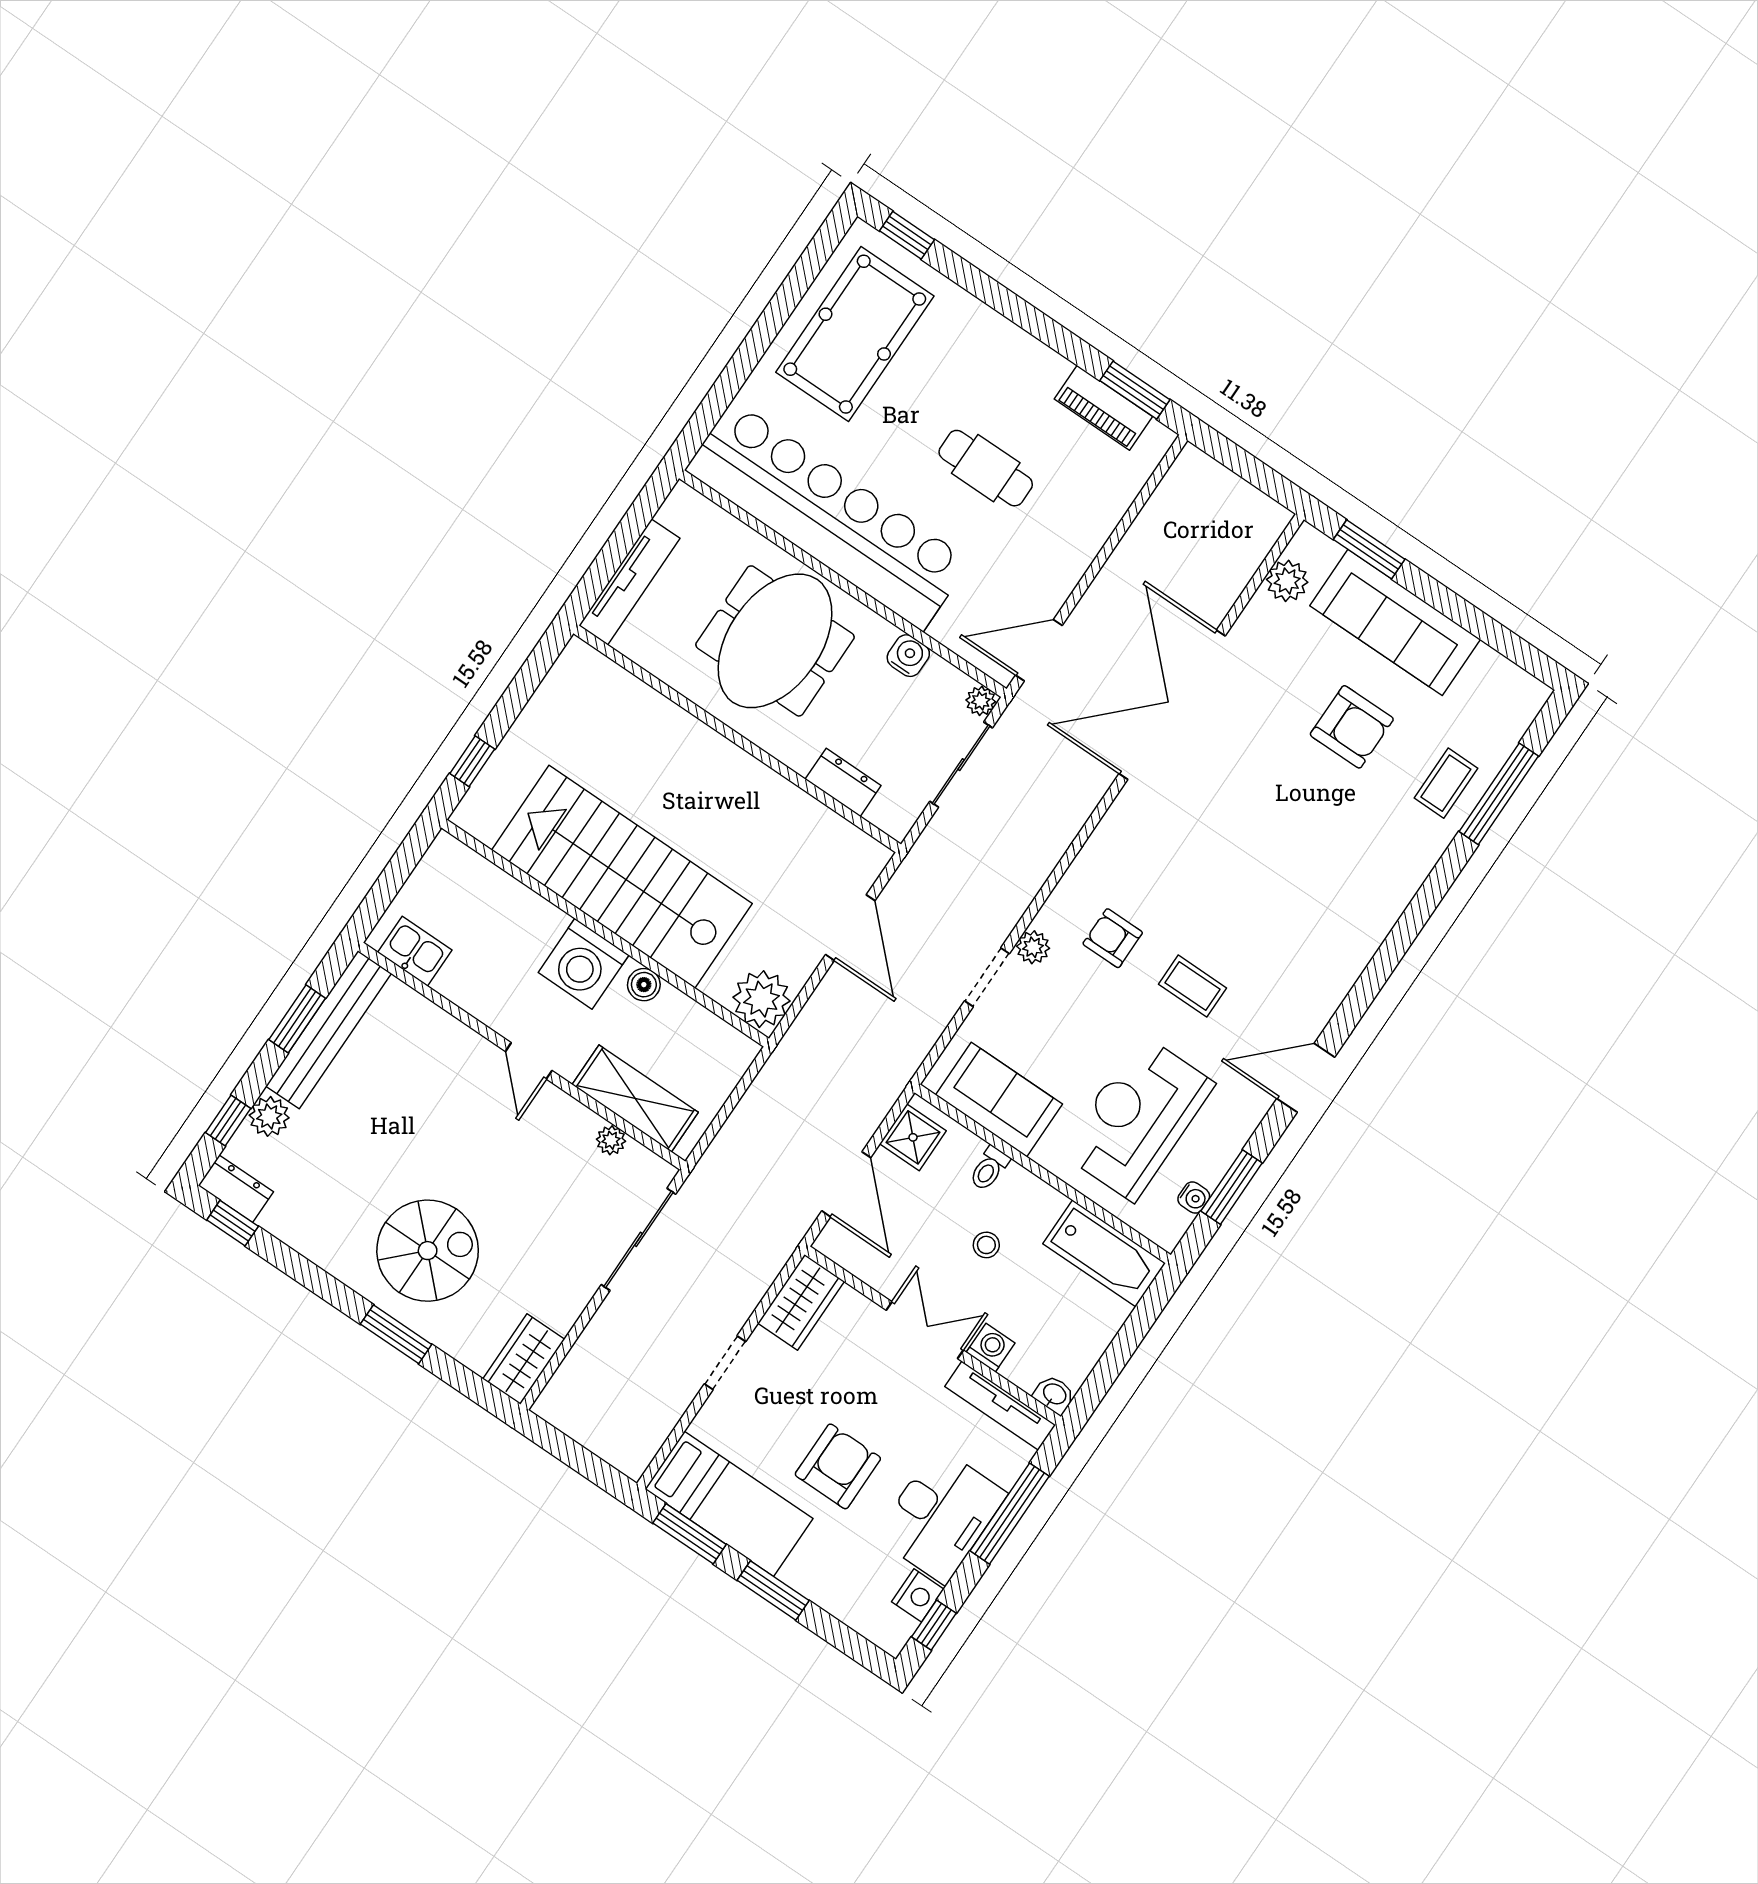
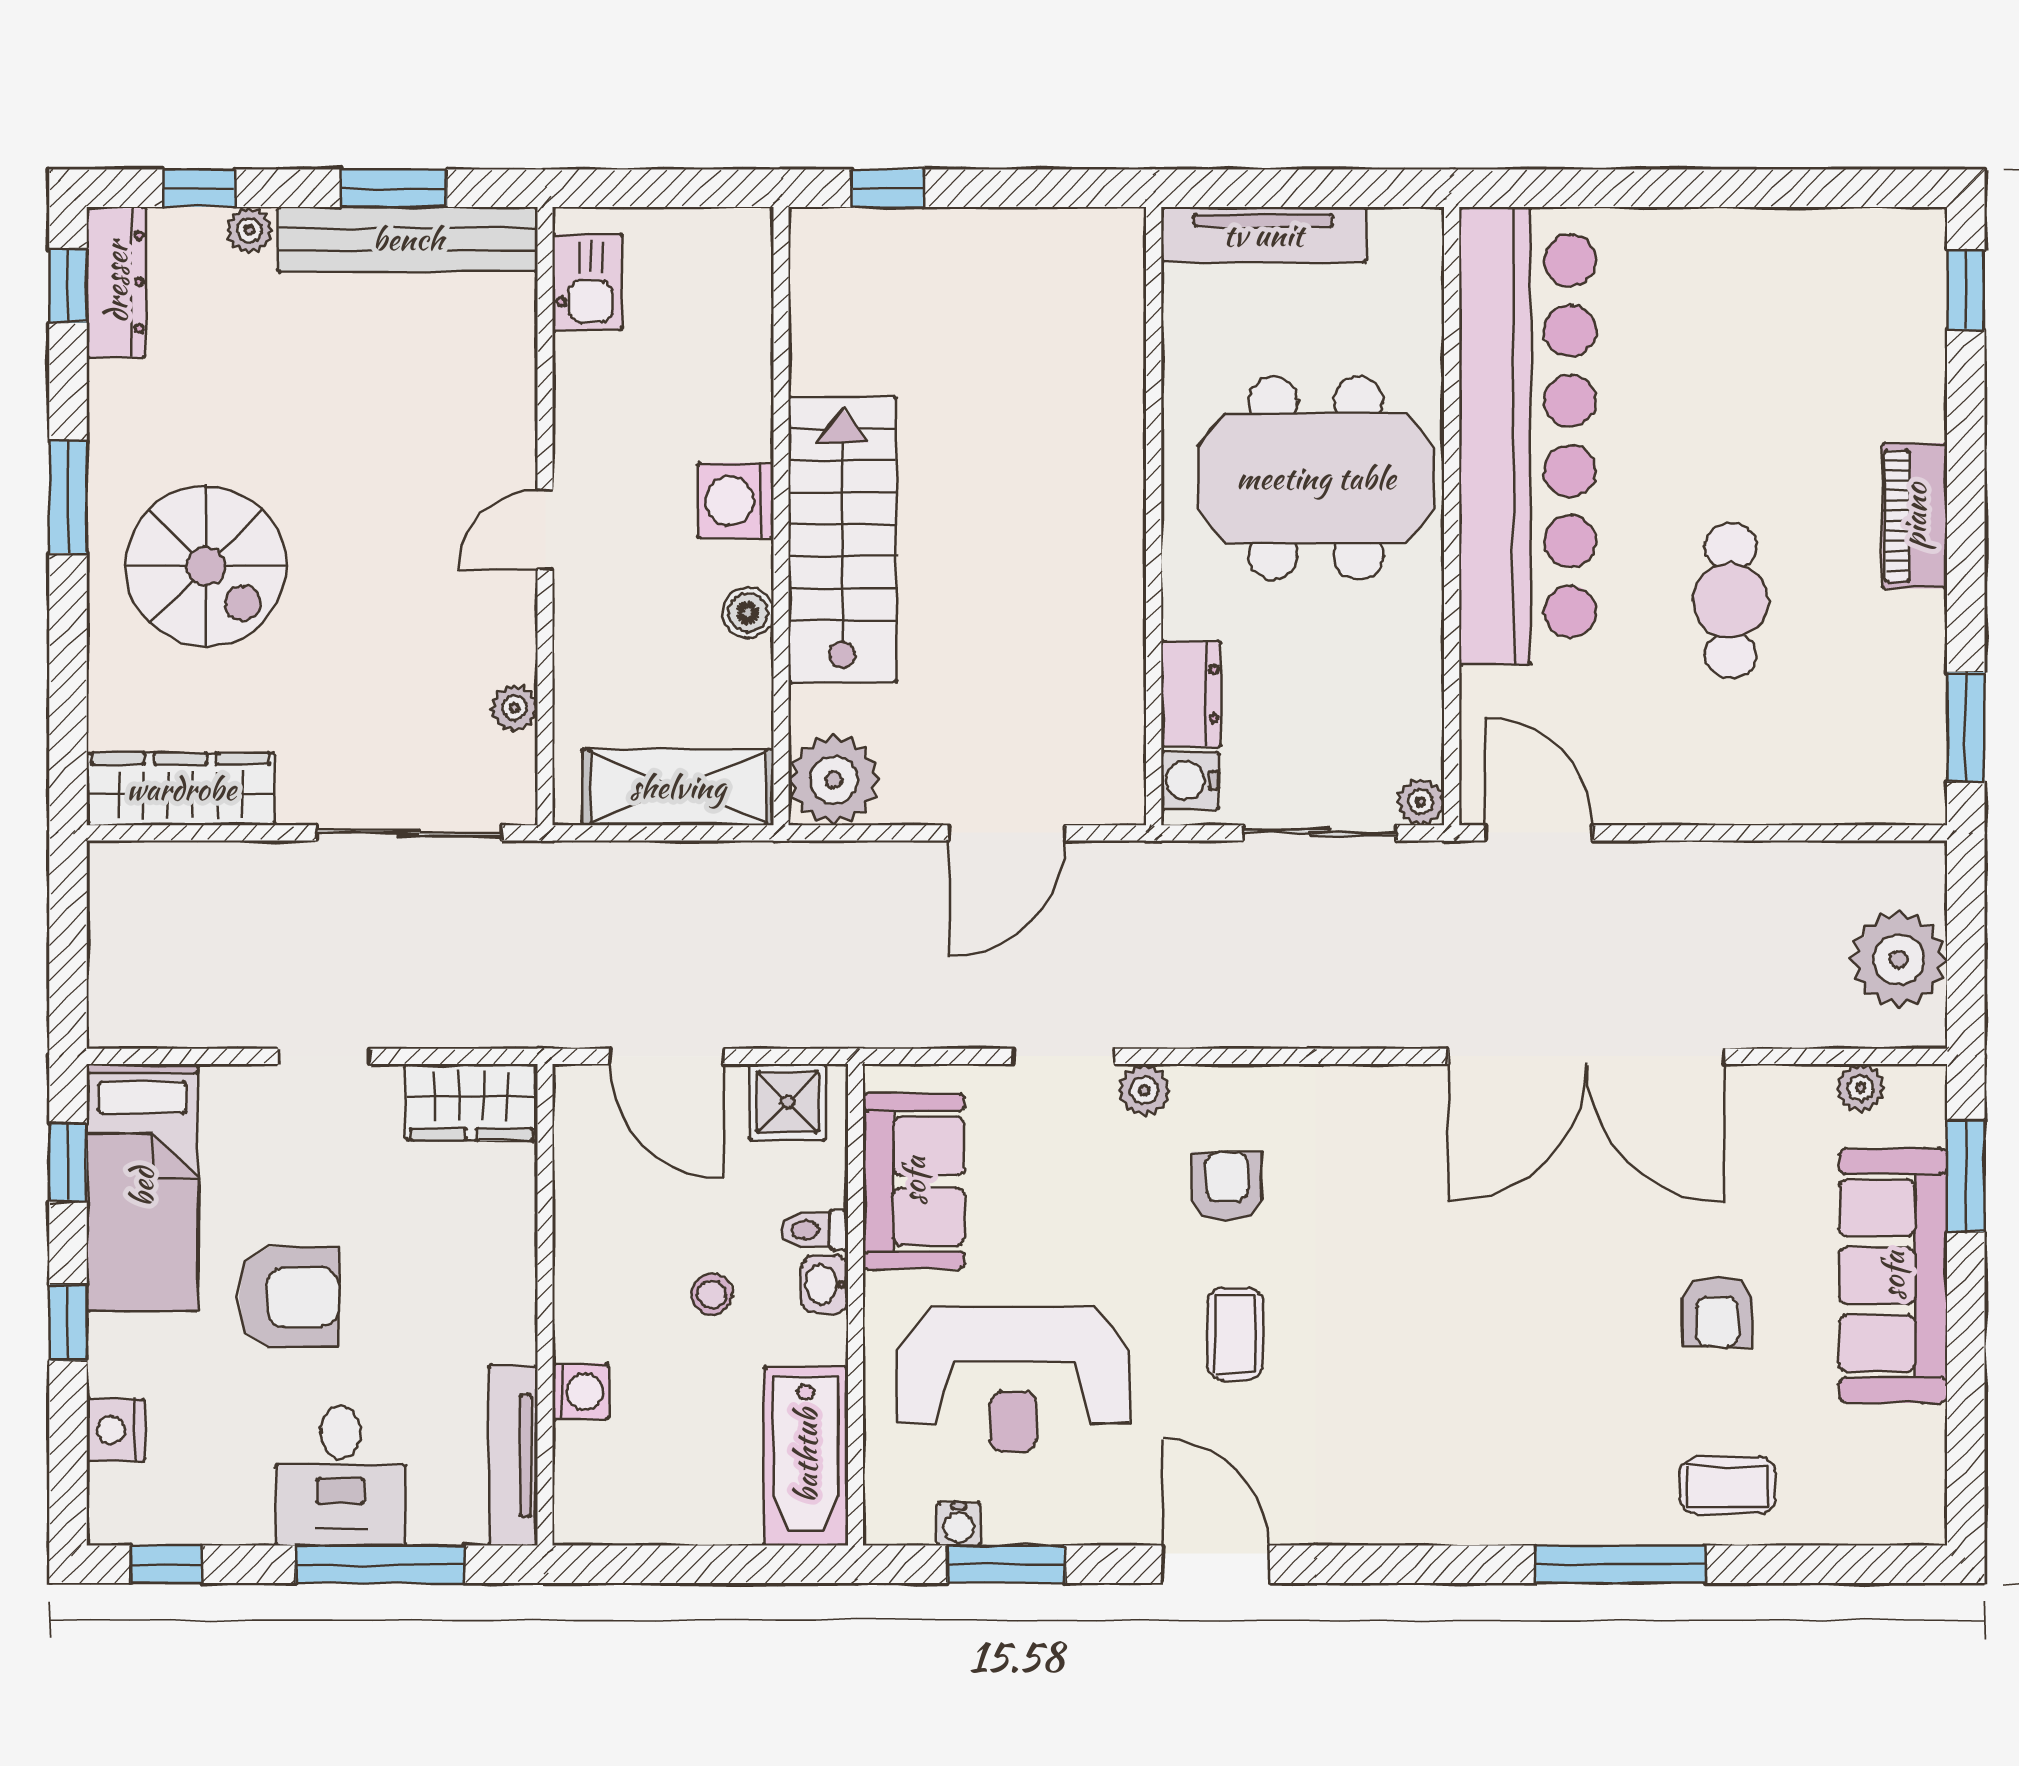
pool table: (855, 334) -> (1790, 309), removed
piano: (1103, 408) -> (1915, 516), moved
plant: (1232, 507) -> (1899, 959), added
plant: (1287, 581) -> (1860, 1088), width x0.73, depth x0.73
water cooler: (908, 656) -> (1190, 781), moved, turned 180
double door: (1172, 705) -> (1586, 1056), swing flipped
armchair: (1352, 727) -> (1717, 1312), width x0.72, depth x0.72
window: (1499, 794) -> (1620, 1564), moved
stairs: (622, 877) -> (842, 540), width x0.73, depth x0.66
washing machine: (584, 964) -> (736, 501), width x0.73, depth x0.73
shelving: (635, 1099) -> (678, 787), moved, turned 90
plant: (269, 1116) -> (249, 230), width x0.73, depth x0.73
reception desk: (1138, 1118) -> (1013, 1380), turned 180
door: (846, 1184) -> (666, 1056), hinge flipped
dresser: (236, 1189) -> (116, 282), width x1.44
double door: (925, 1330) -> (545, 1289), removed
window: (396, 1334) -> (68, 497), moved
wardrobe: (524, 1359) -> (181, 789), width x1.50
washbasin: (1054, 1395) -> (825, 1284), moved, turned 180
desk: (941, 1515) -> (341, 1476), width x0.73
window: (690, 1534) -> (68, 1162), width x0.67
window: (773, 1590) -> (68, 1323), width x0.67
nightstand: (918, 1595) -> (116, 1430), moved, turned 90

